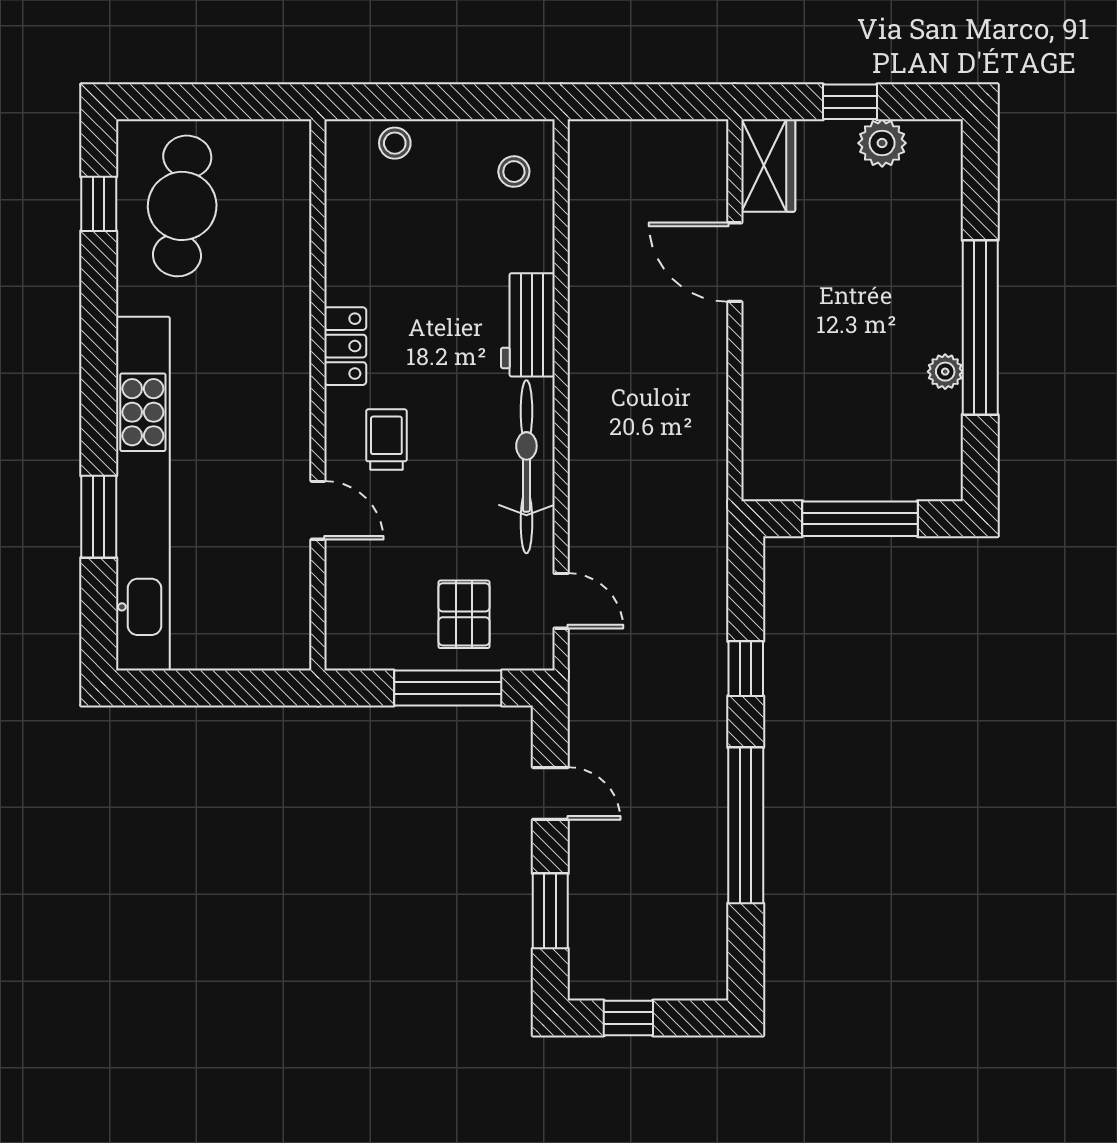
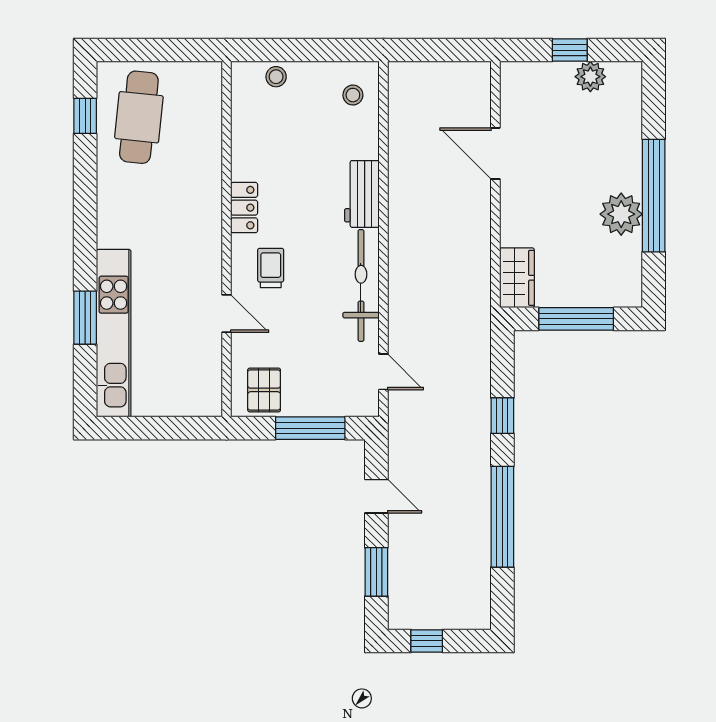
wardrobe: (768, 166) -> (517, 278), moved
plant: (945, 372) -> (621, 214), width x1.87, depth x1.87
kitchen unit: (143, 494) -> (114, 333), width x0.73
pallet: (464, 614) -> (264, 390), moved

